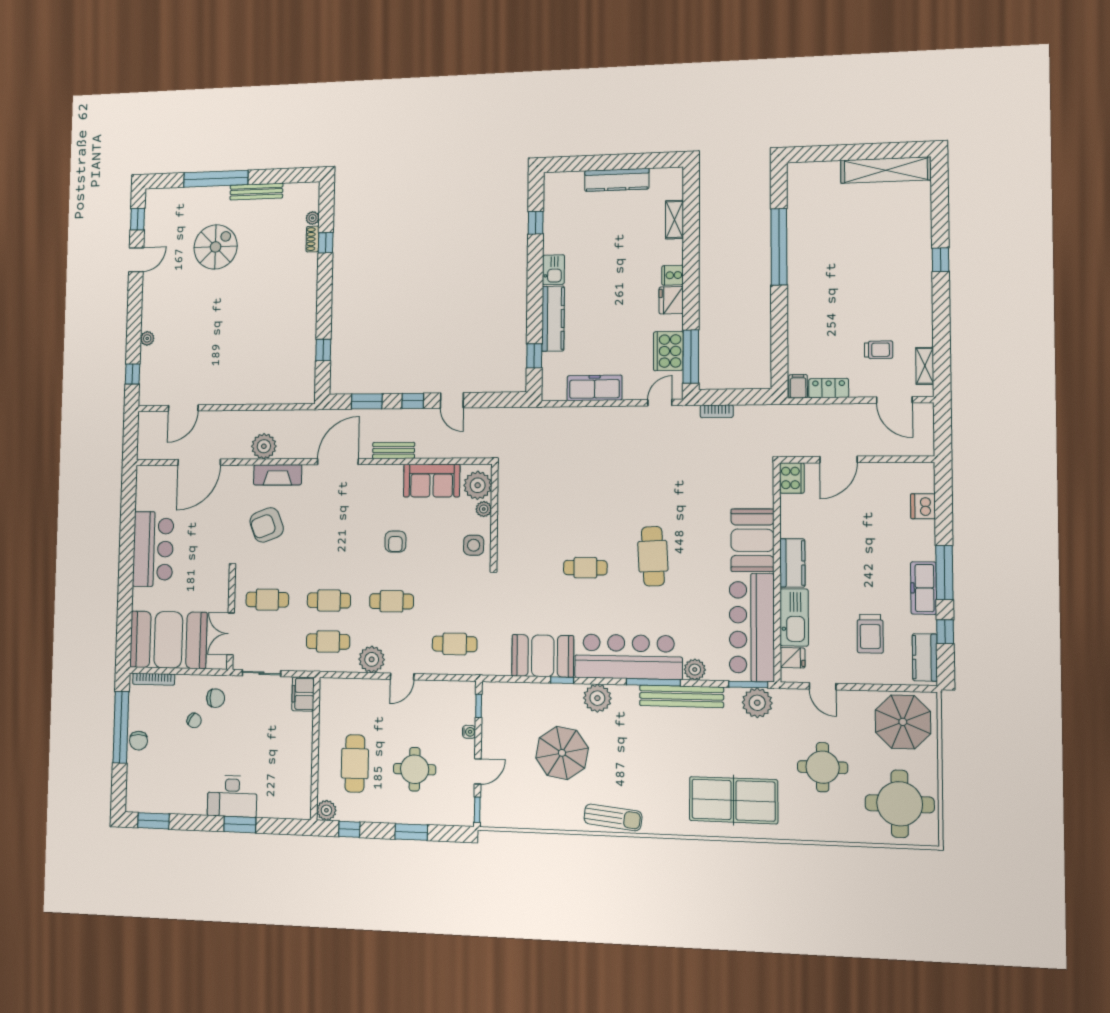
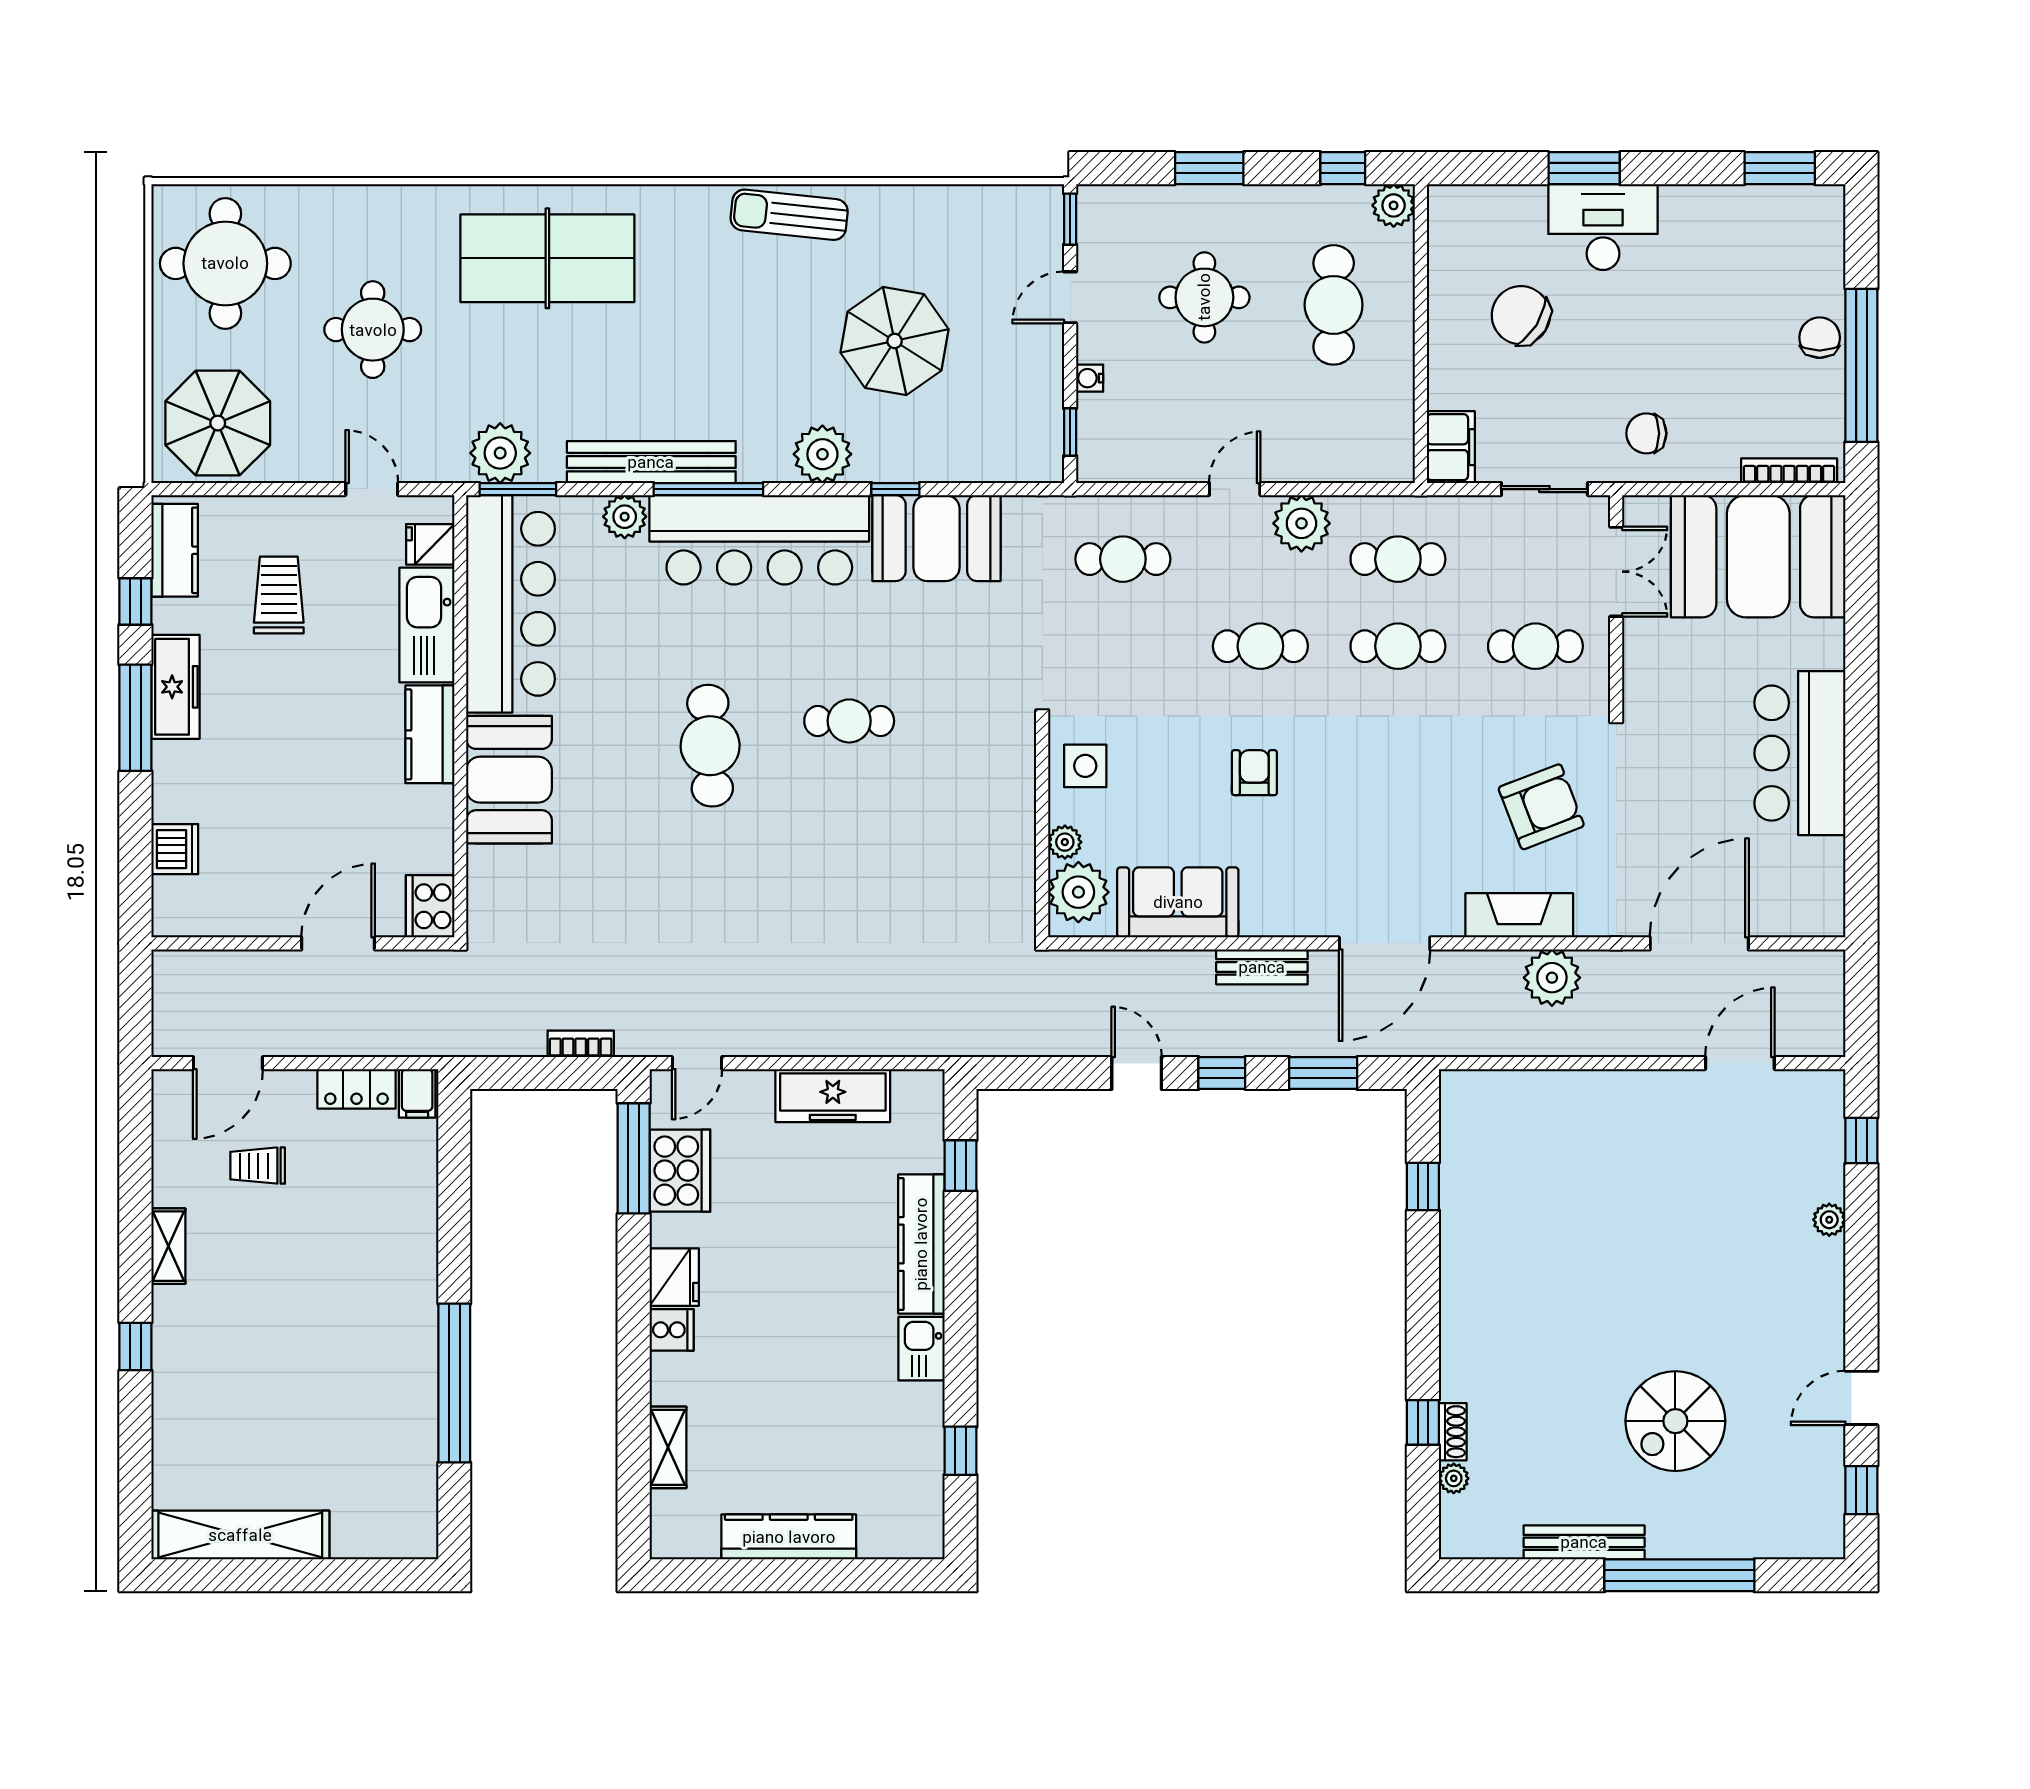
shelving: (925, 366) -> (168, 1246), moved
door: (894, 400) -> (228, 1063), swing flipped
chair: (194, 720) -> (1521, 315), moved, width x1.87, depth x1.87

